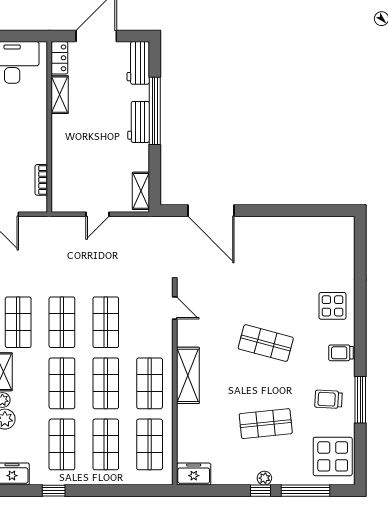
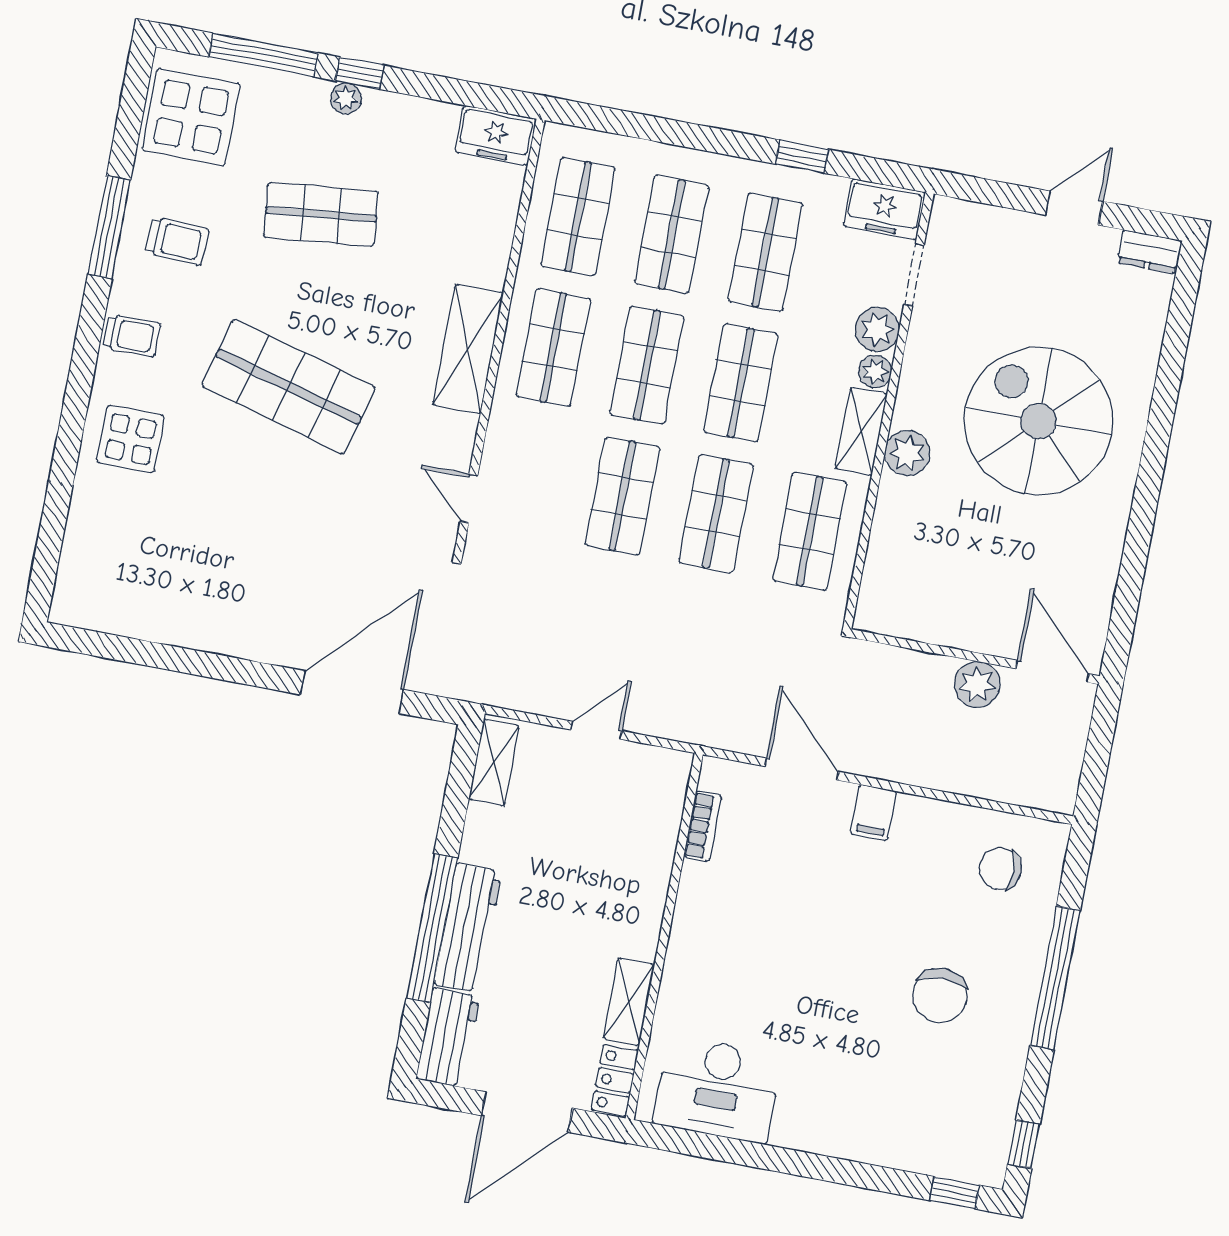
workbench: (139, 122) -> (468, 928), width x1.37
door: (211, 211) -> (352, 692), hinge flipped
shop shelf: (266, 343) -> (289, 387), width x1.43, depth x1.36

